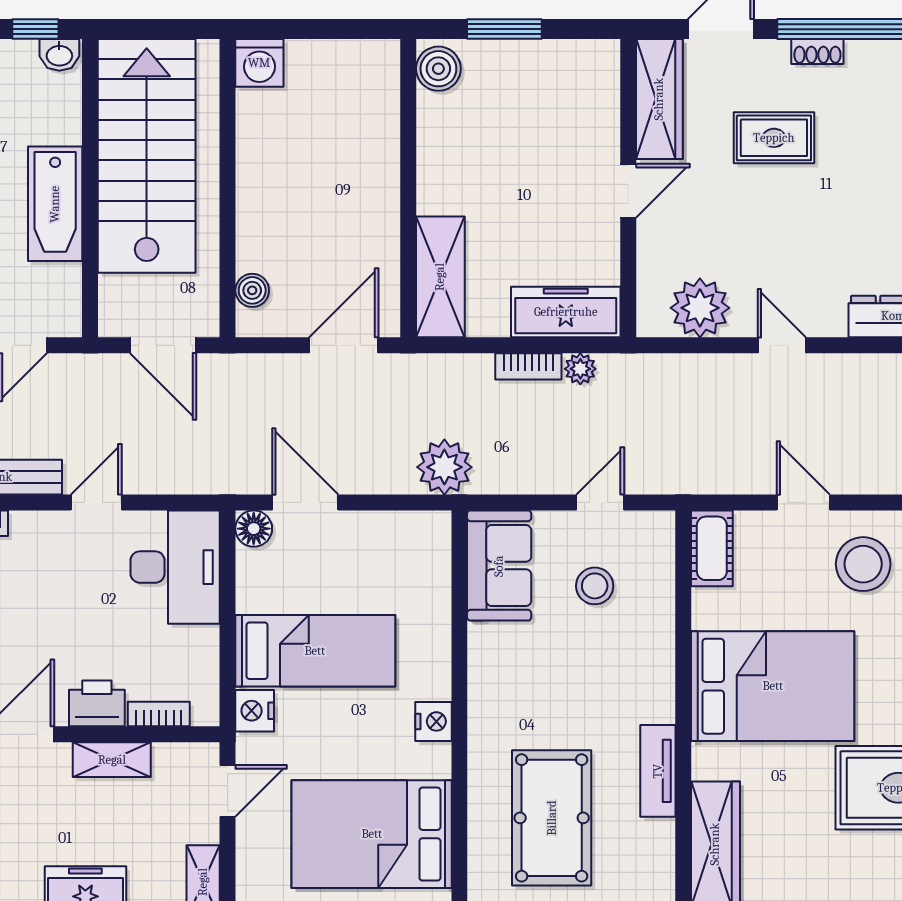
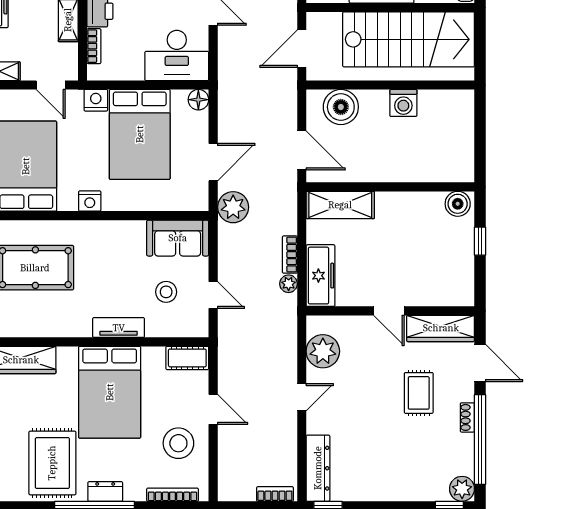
window: (504, 29) -> (480, 241), width x0.67
washing machine: (259, 63) -> (403, 103), moved, turned -90
boiler: (252, 290) -> (341, 107), width x1.86, depth x1.86
door: (305, 502) -> (213, 162), moved
door: (803, 502) -> (213, 409), hinge flipped
bed: (315, 651) -> (140, 134), width x1.50
tv unit: (658, 771) -> (119, 328), moved

